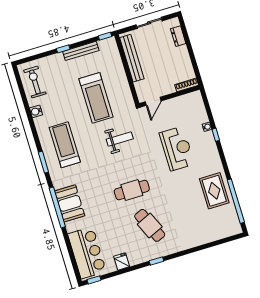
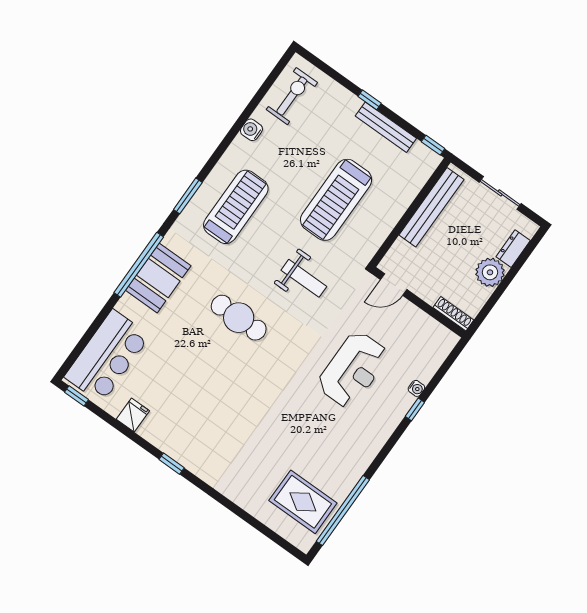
plant: (181, 55) -> (490, 272), added
cafe table: (132, 190) -> (239, 318), moved
rug: (214, 191) -> (303, 502), moved, turned 90
cafe table: (150, 225) -> (214, 415), removed

